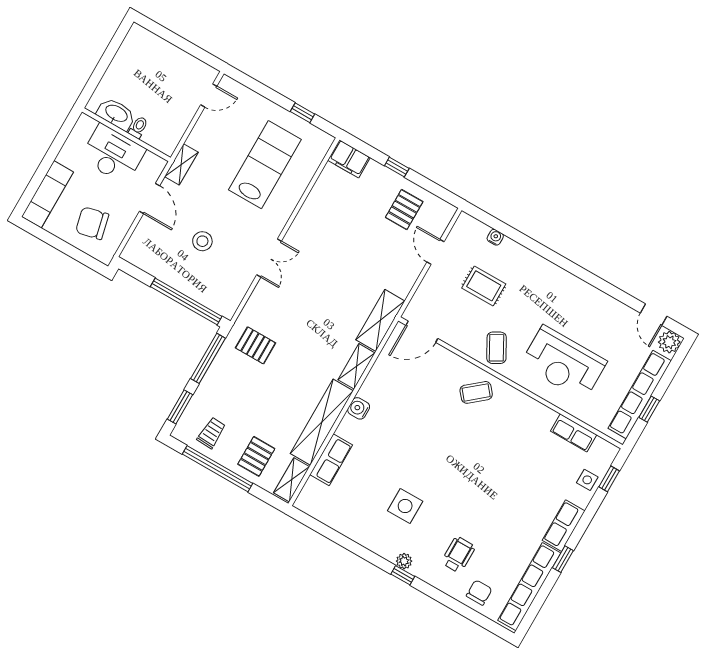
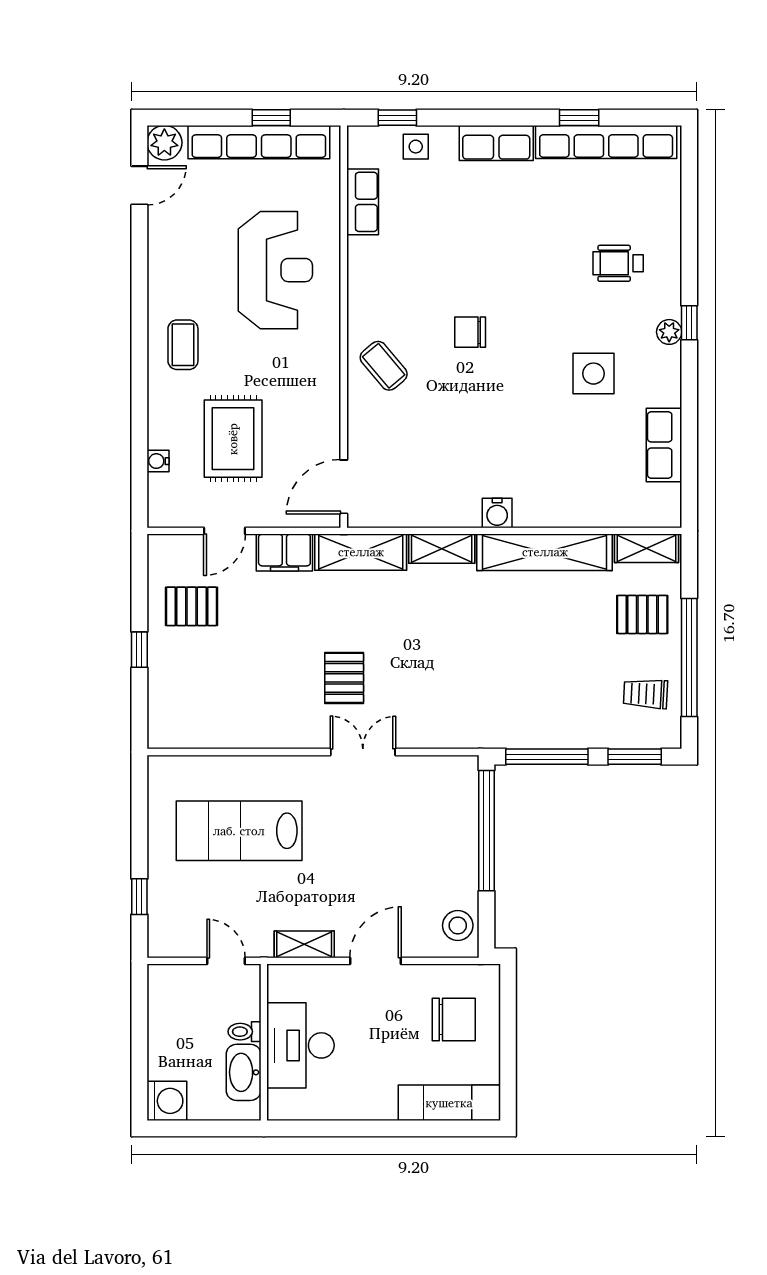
washing machine: (138, 39) -> (167, 1101), added
door: (209, 95) -> (226, 961), moved
window: (302, 113) -> (139, 897), moved
washbasin: (116, 114) -> (244, 1072), moved
toilet: (138, 127) -> (244, 1032), moved
wall: (126, 135) -> (264, 1042), moved
desk: (113, 154) -> (300, 1045), moved
filing cabinet: (349, 159) -> (284, 553), moved, turned 90
chair: (92, 223) -> (454, 1020), turned -77
stool: (202, 241) -> (458, 925), moved
rug: (484, 286) -> (233, 439), width x1.36, depth x1.43
door: (422, 332) -> (344, 487), swing flipped
pallet: (256, 345) -> (344, 678), moved
coffee table: (497, 348) -> (183, 345), moved, turned -61
row of seats: (331, 460) -> (664, 445), moved, turned -90
window: (563, 559) -> (579, 118), moved
chair: (479, 593) -> (470, 332), moved

